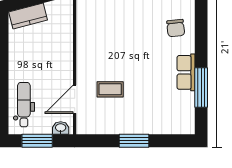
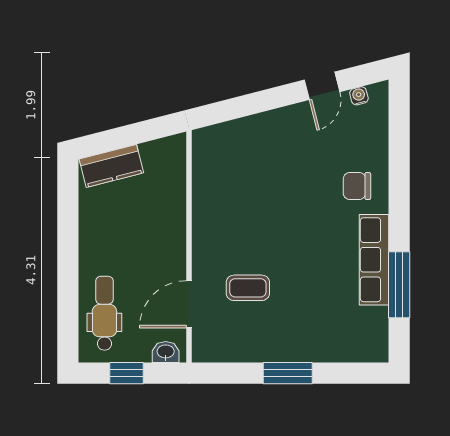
chair: (176, 28) -> (357, 186), turned 96
row of seats: (186, 72) -> (374, 260), width x1.48
window: (37, 141) -> (126, 373), width x0.67

